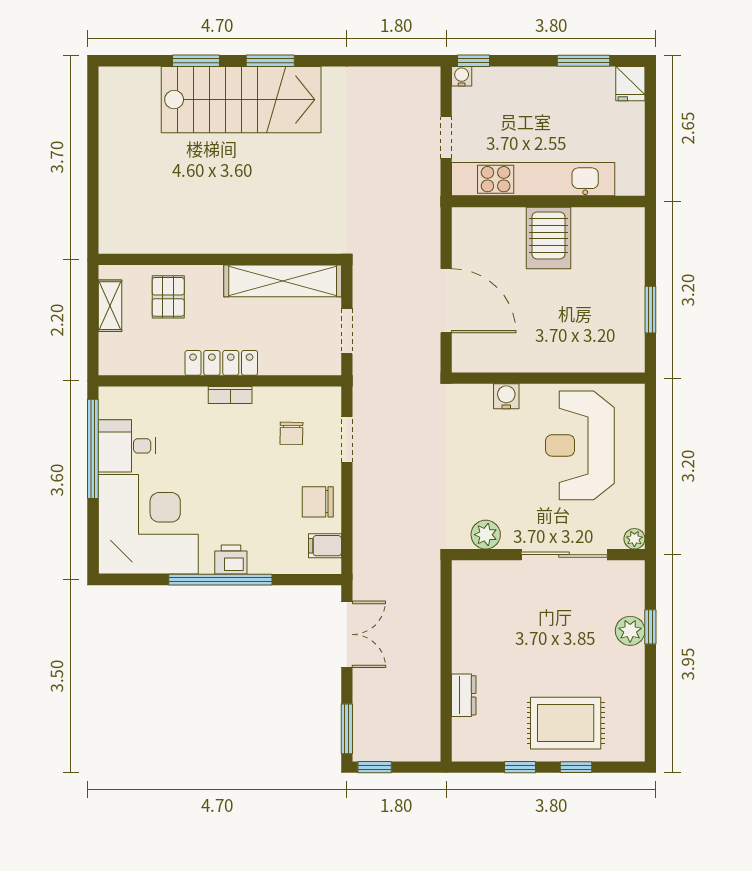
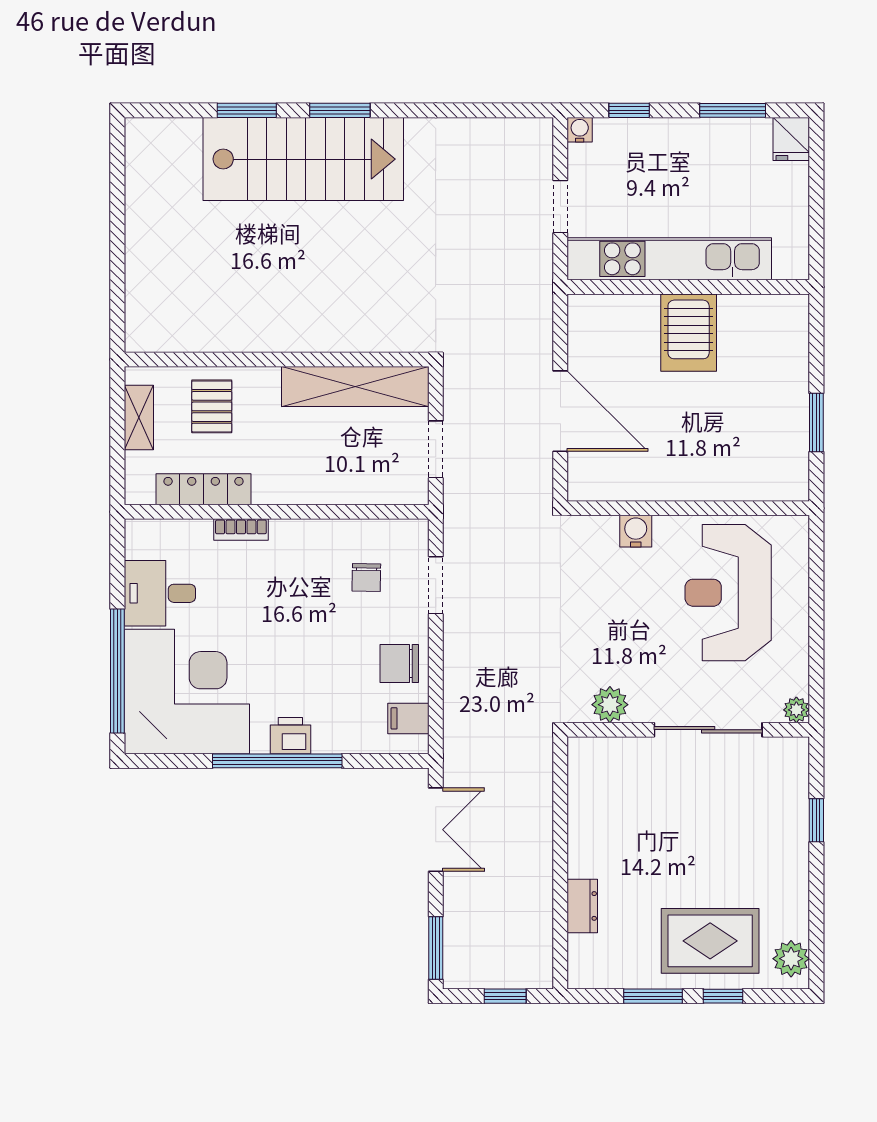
window: (474, 61) -> (629, 110), moved
locker: (221, 363) -> (204, 489), moved
bookcase: (230, 395) -> (241, 530), moved
window: (93, 449) -> (117, 671), moved
plant: (630, 631) -> (791, 959), moved
window: (375, 767) -> (505, 996), moved
window: (520, 767) -> (653, 996), width x1.50

